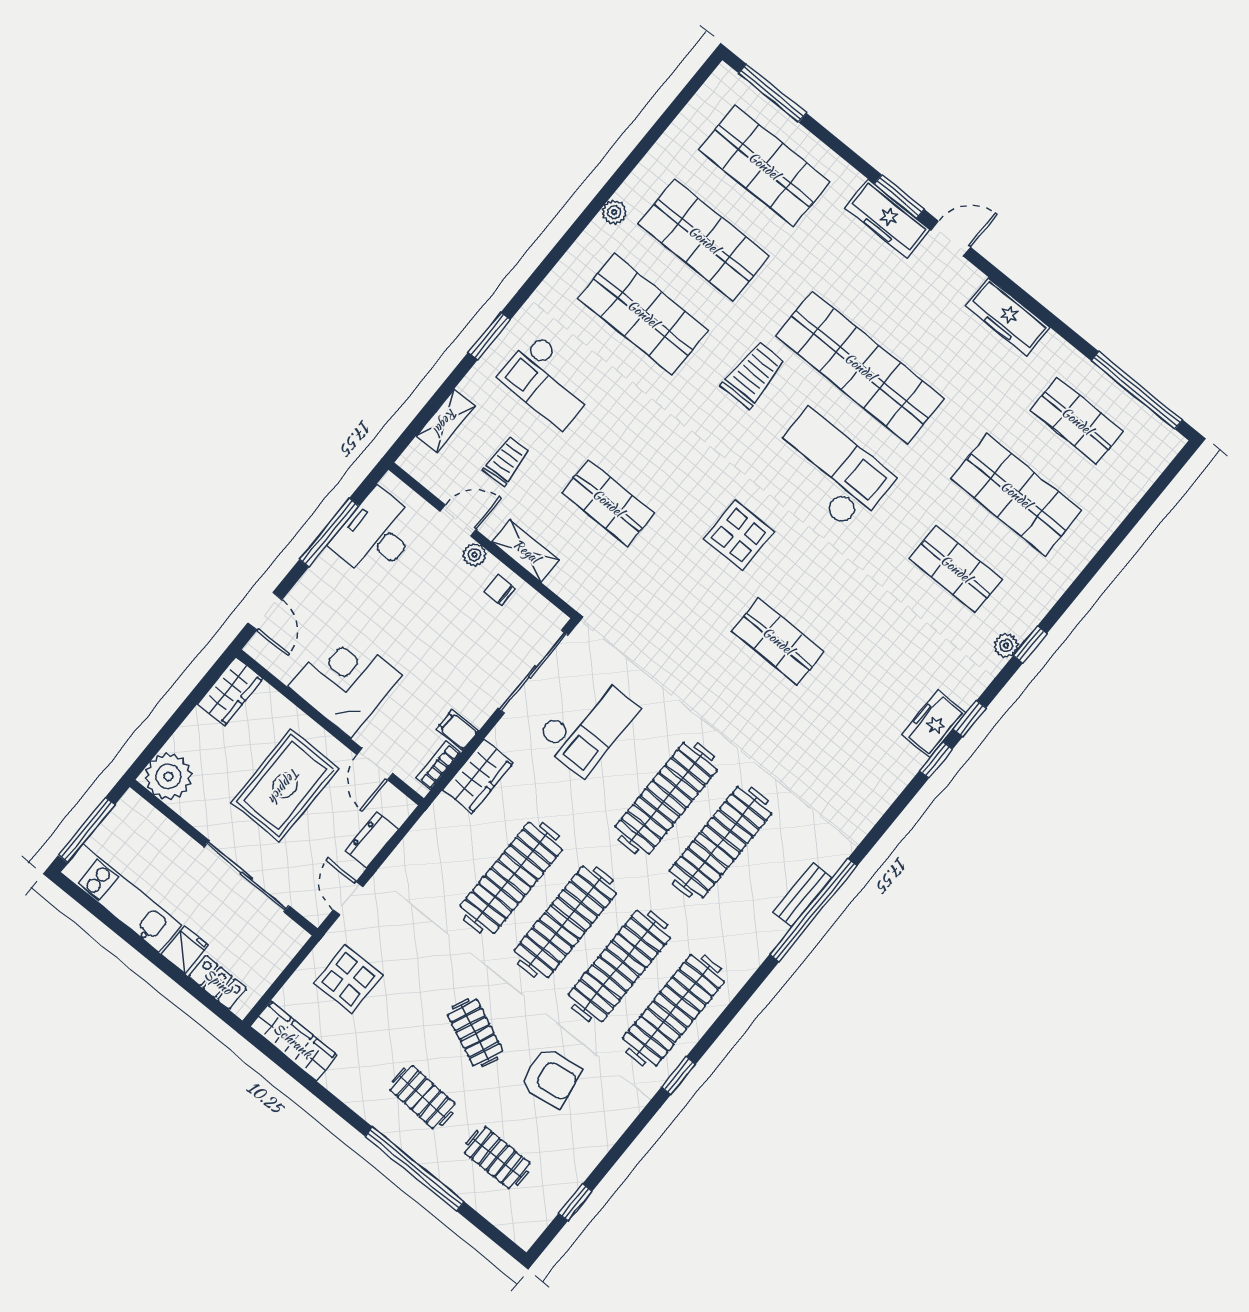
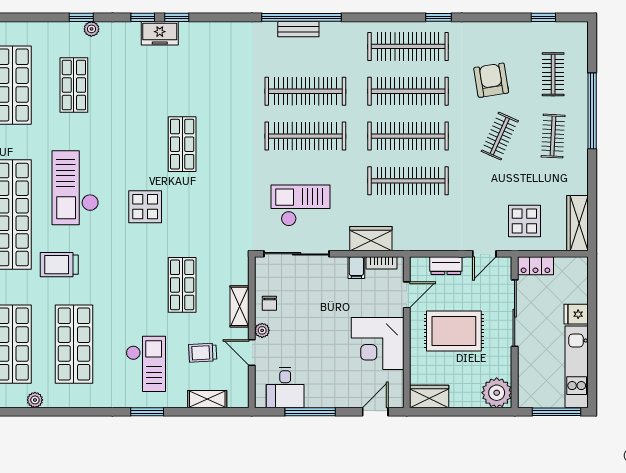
desk: (376, 535) -> (285, 388), width x0.73
locker: (218, 982) -> (535, 266), moved, turned -90

